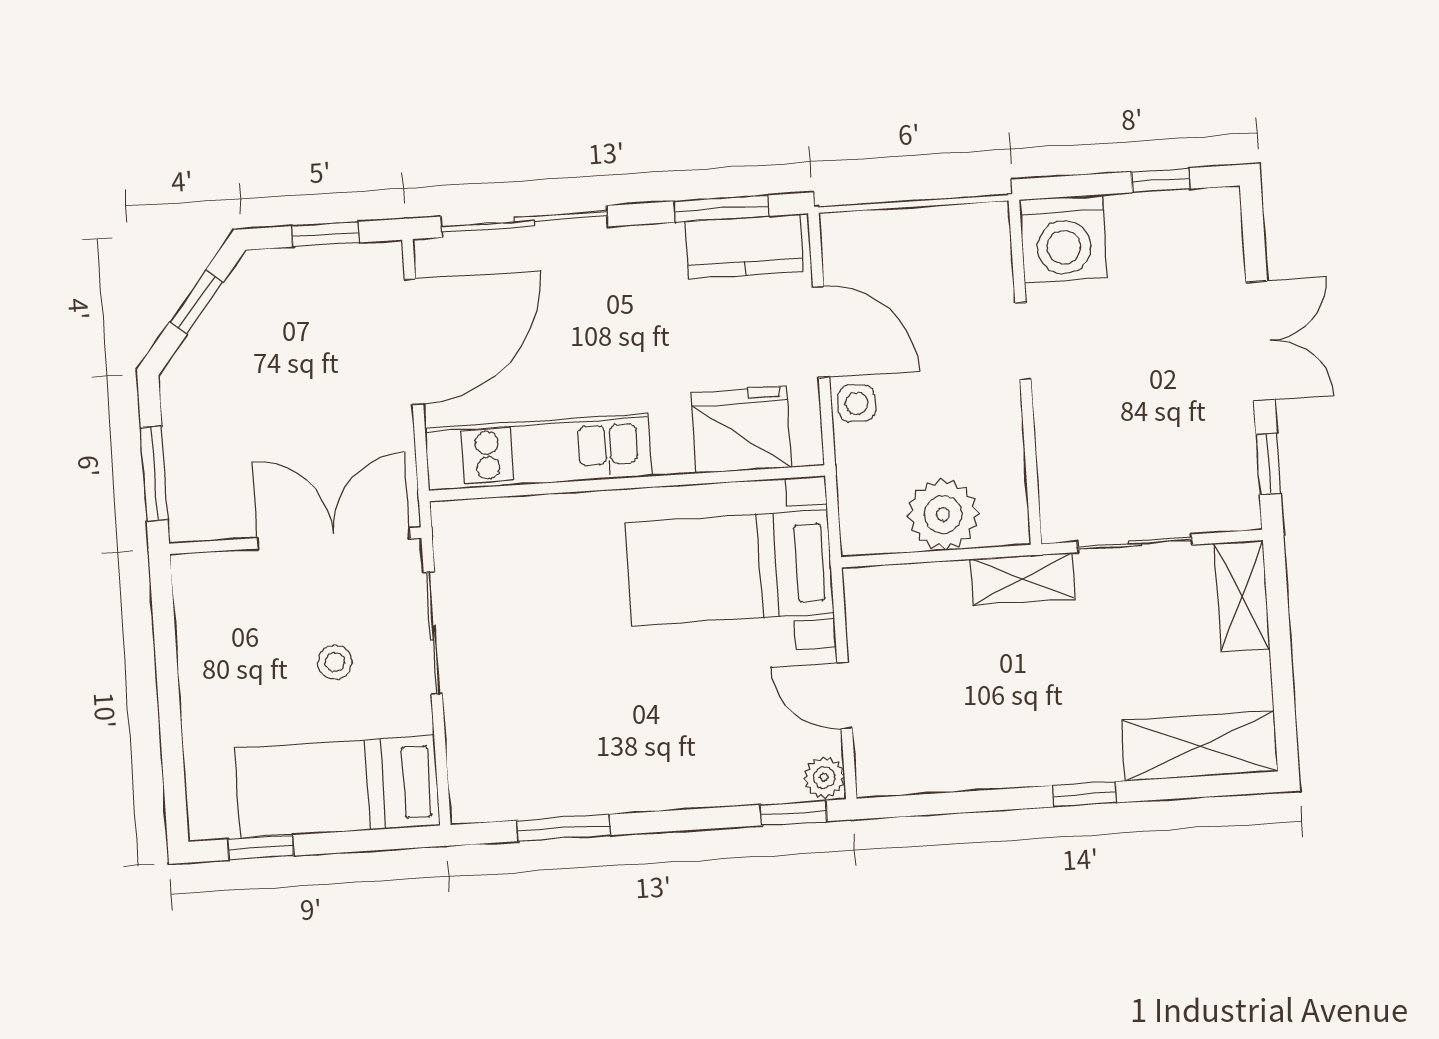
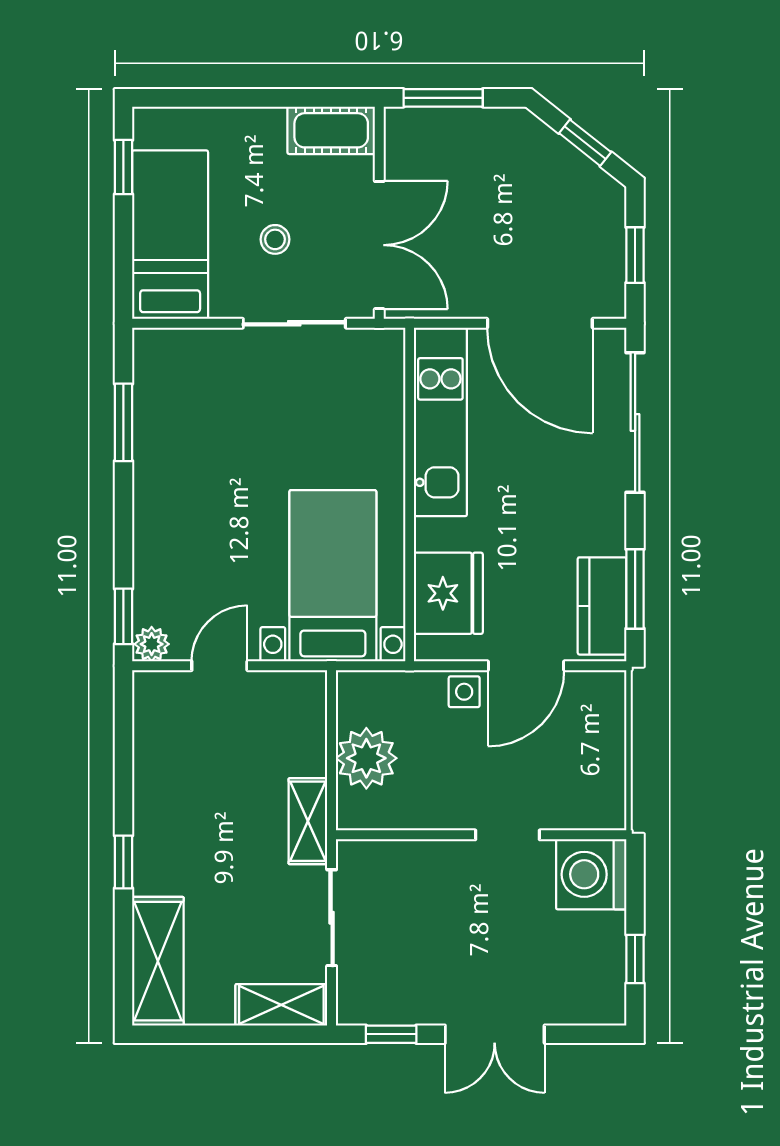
cot: (201, 604) -> (331, 130), added

